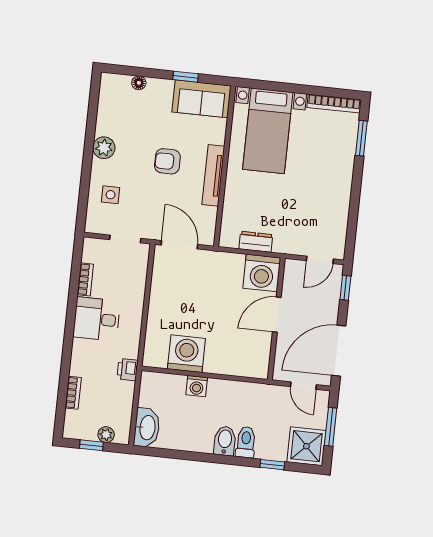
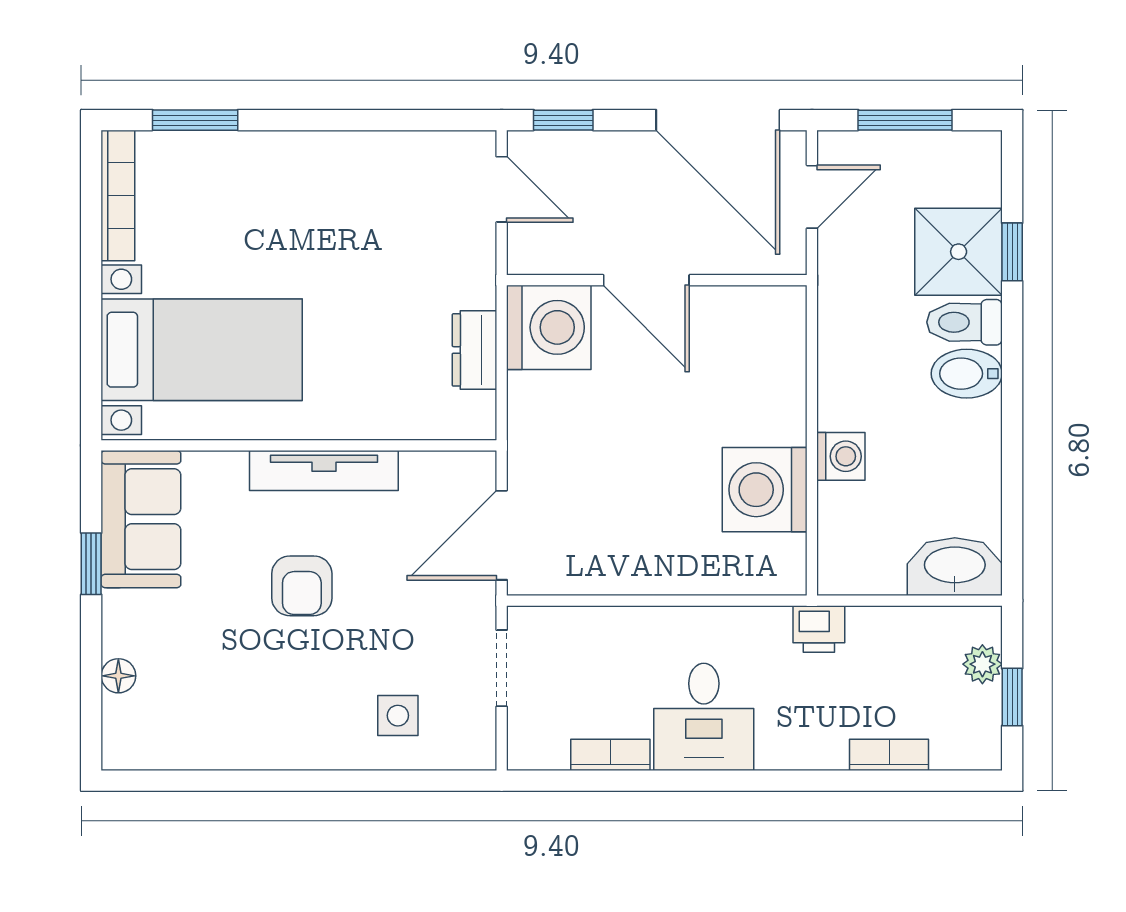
plant: (104, 148) -> (285, 744), removed
shower: (306, 446) -> (959, 252), moved

